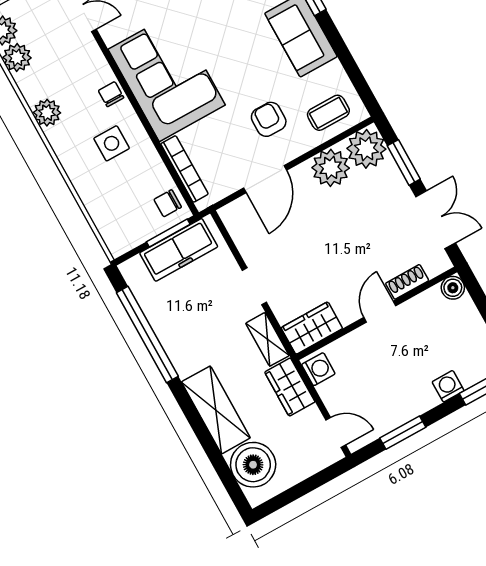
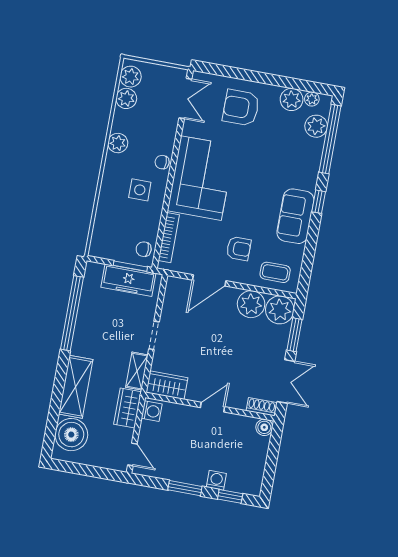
chair: (111, 94) -> (162, 162), turned -90
armchair: (269, 119) -> (239, 249), turned 90
shoe rack: (407, 282) -> (261, 407), moved
window: (403, 433) -> (185, 488), moved

